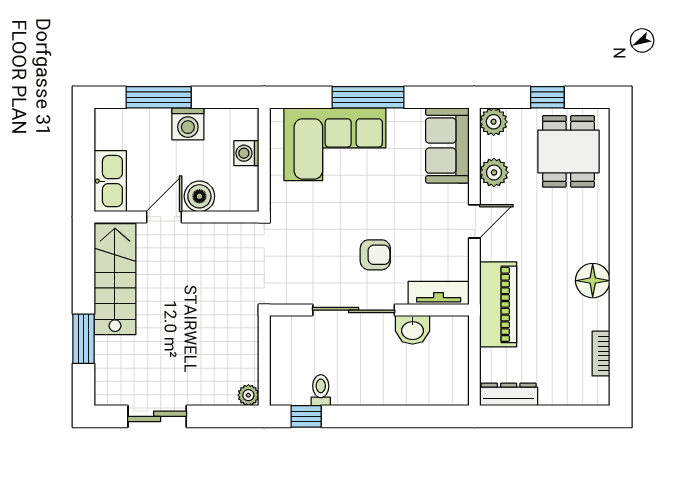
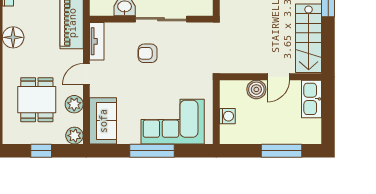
washing machine: (188, 124) -> (263, 134), removed
dining table: (568, 151) -> (37, 100), moved
tv unit: (439, 293) -> (97, 41), moved, turned -90

